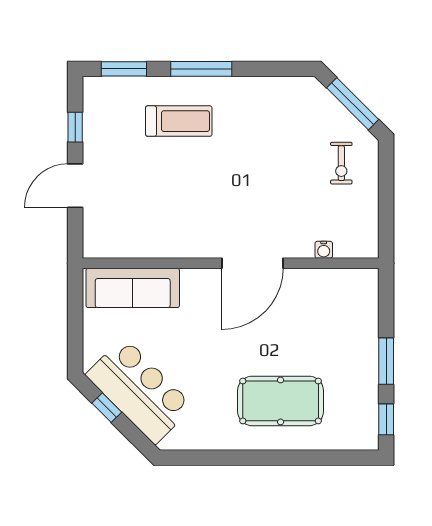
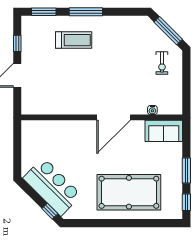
sofa: (133, 288) -> (164, 131), moved, width x0.73
pool table: (281, 401) -> (129, 192), width x1.36, depth x1.32
window: (107, 408) -> (50, 211), moved

